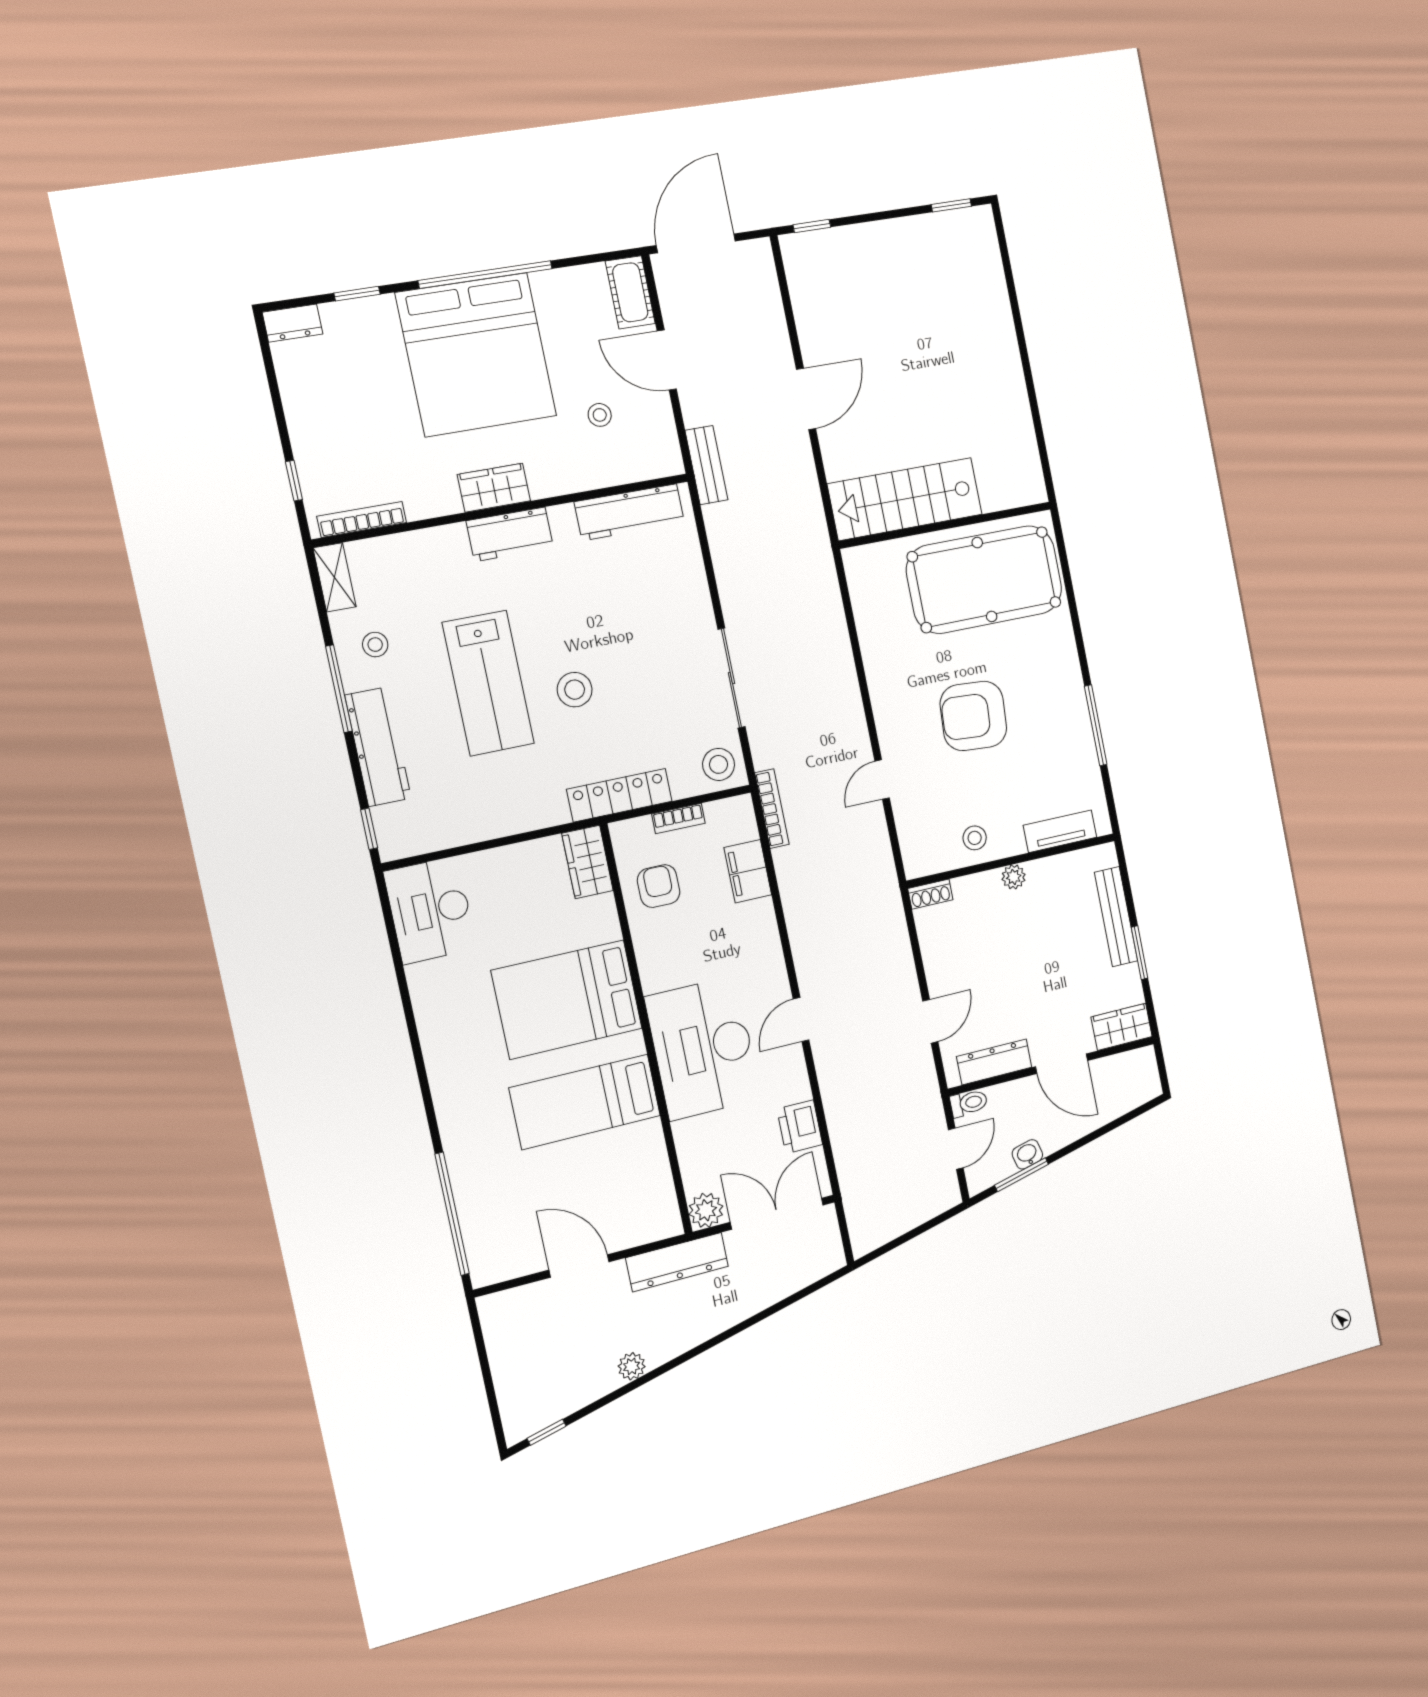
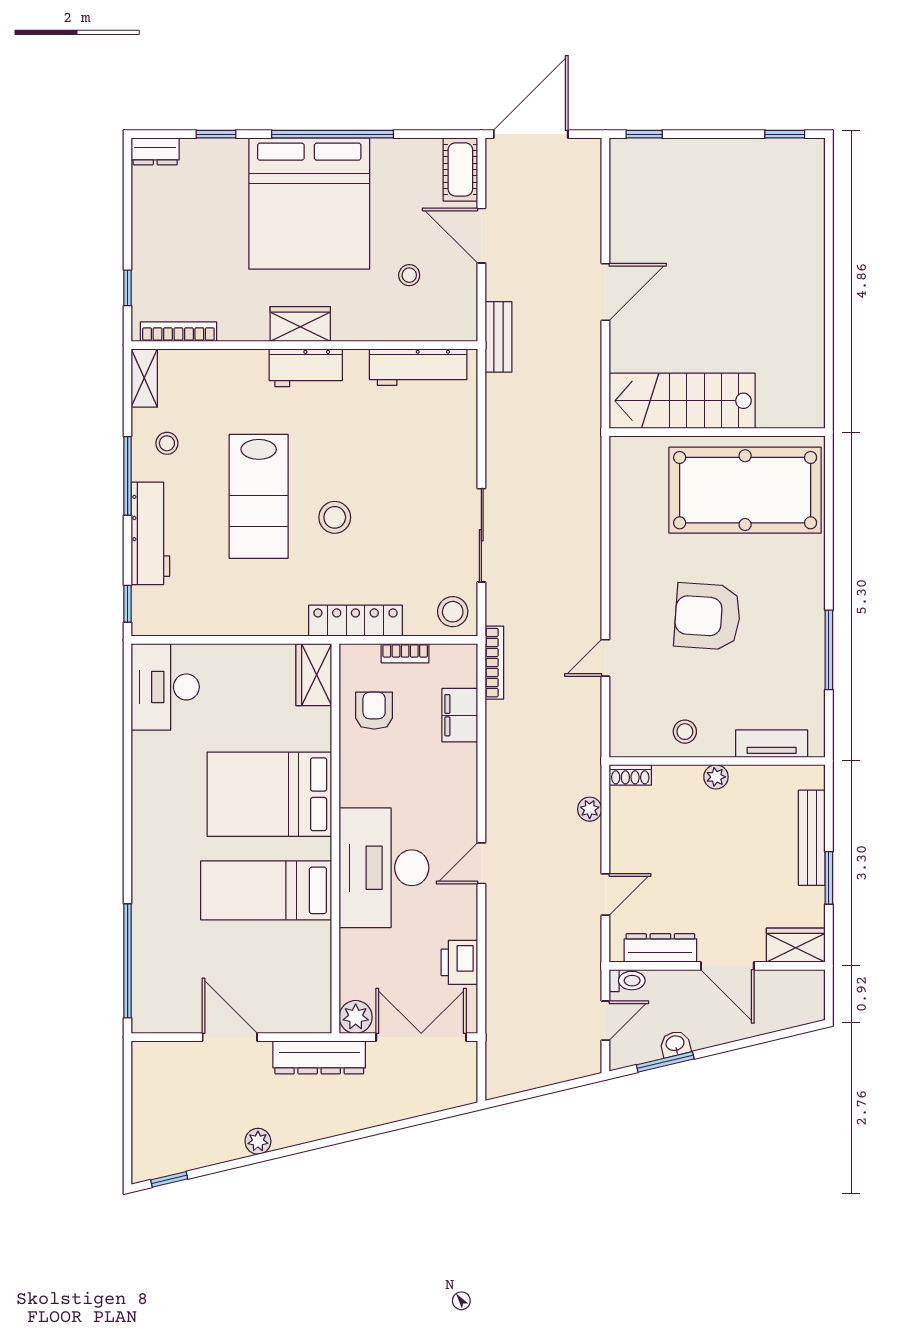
plant: (898, 938) -> (590, 809), added

